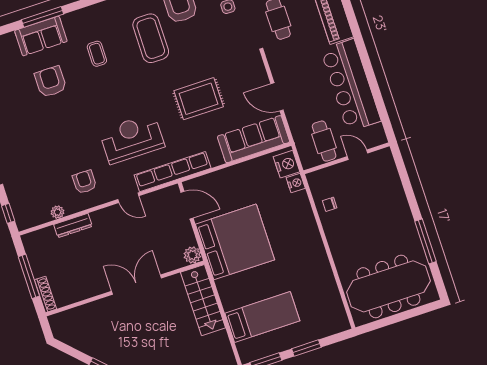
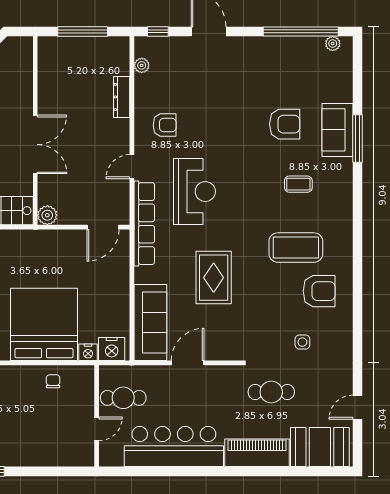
plant: (58, 212) -> (142, 65), moved
bed: (235, 242) -> (44, 324), moved, turned 180
shoe rack: (45, 294) -> (57, 43), removed

